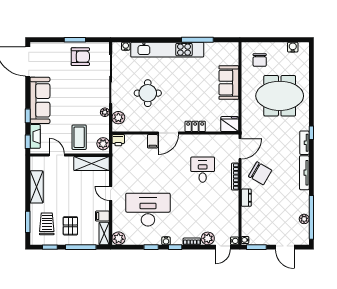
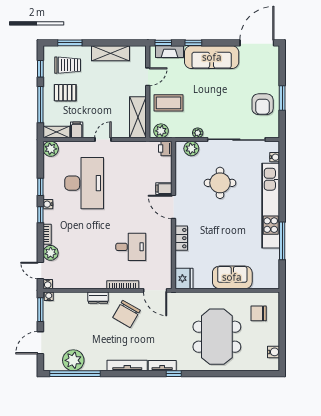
plant: (304, 219) -> (73, 360), width x1.87, depth x1.87

